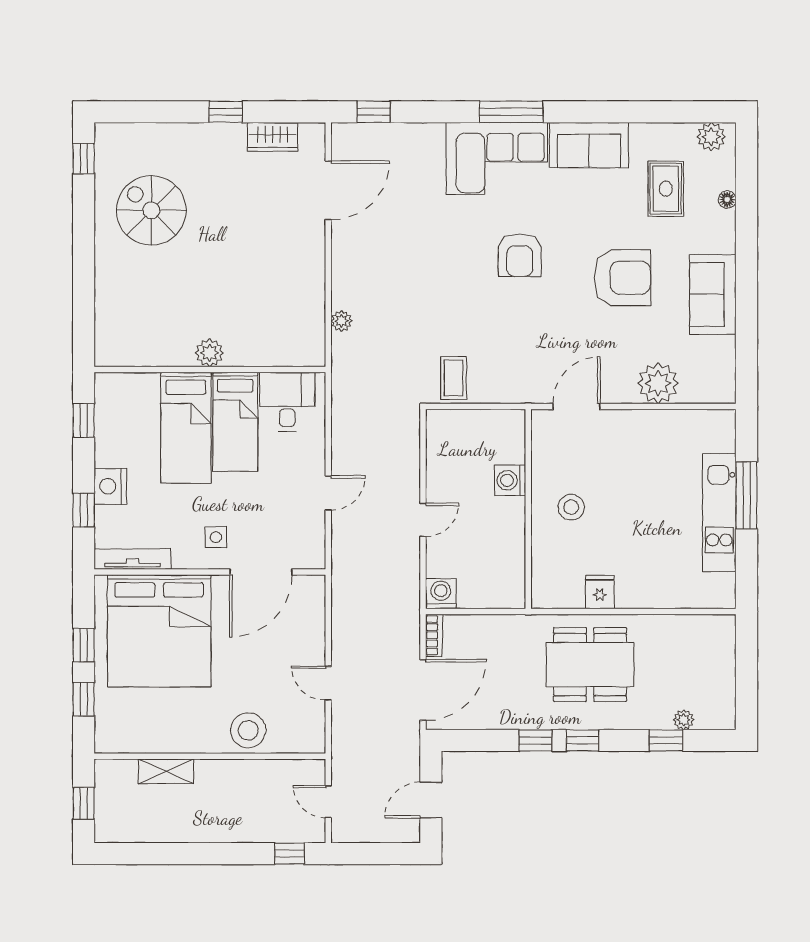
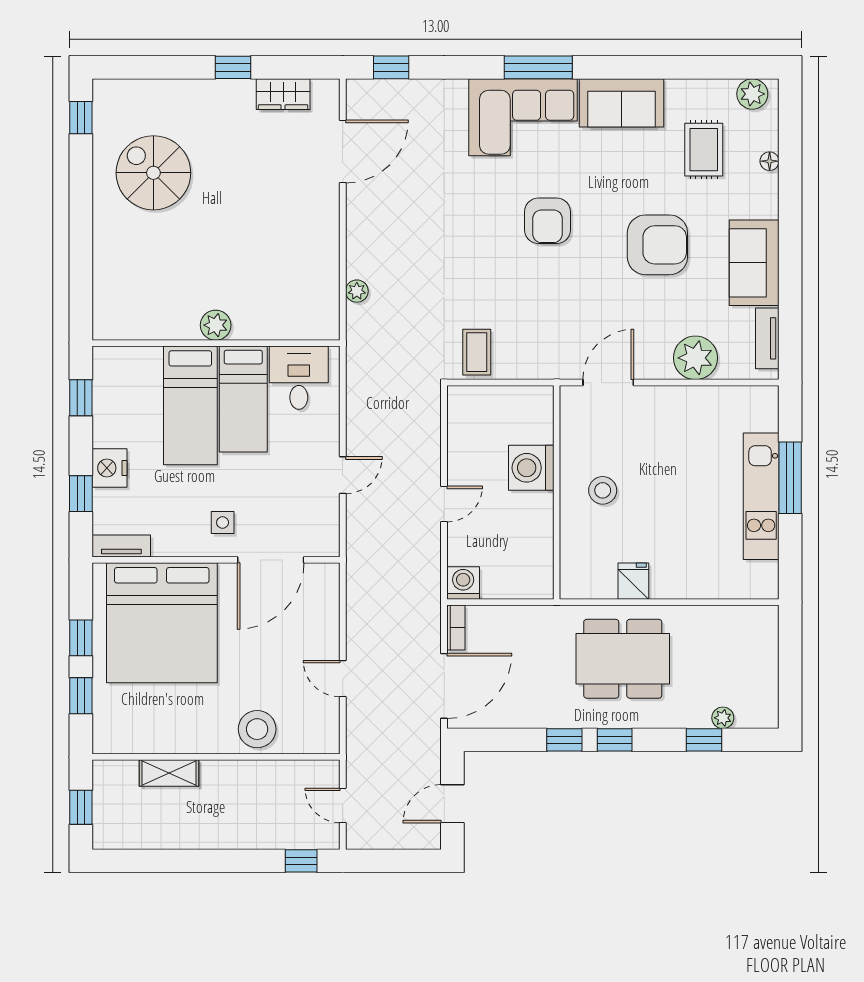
tv unit: (725, 365) -> (767, 338), added
washing machine: (510, 480) -> (531, 468), width x1.37, depth x1.37
tv unit: (132, 559) -> (121, 546), width x0.71

